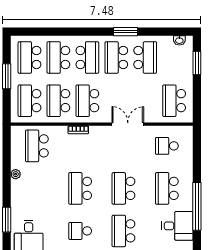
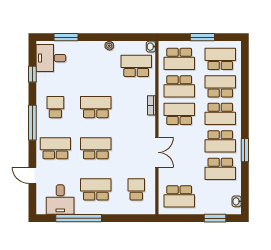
school desk: (116, 57) -> (220, 141), turned 180
school desk: (29, 101) -> (179, 59), turned 180
school desk: (58, 101) -> (179, 86), turned 180
school desk: (174, 101) -> (179, 196), turned 180
washbasin: (17, 130) -> (151, 47), added

